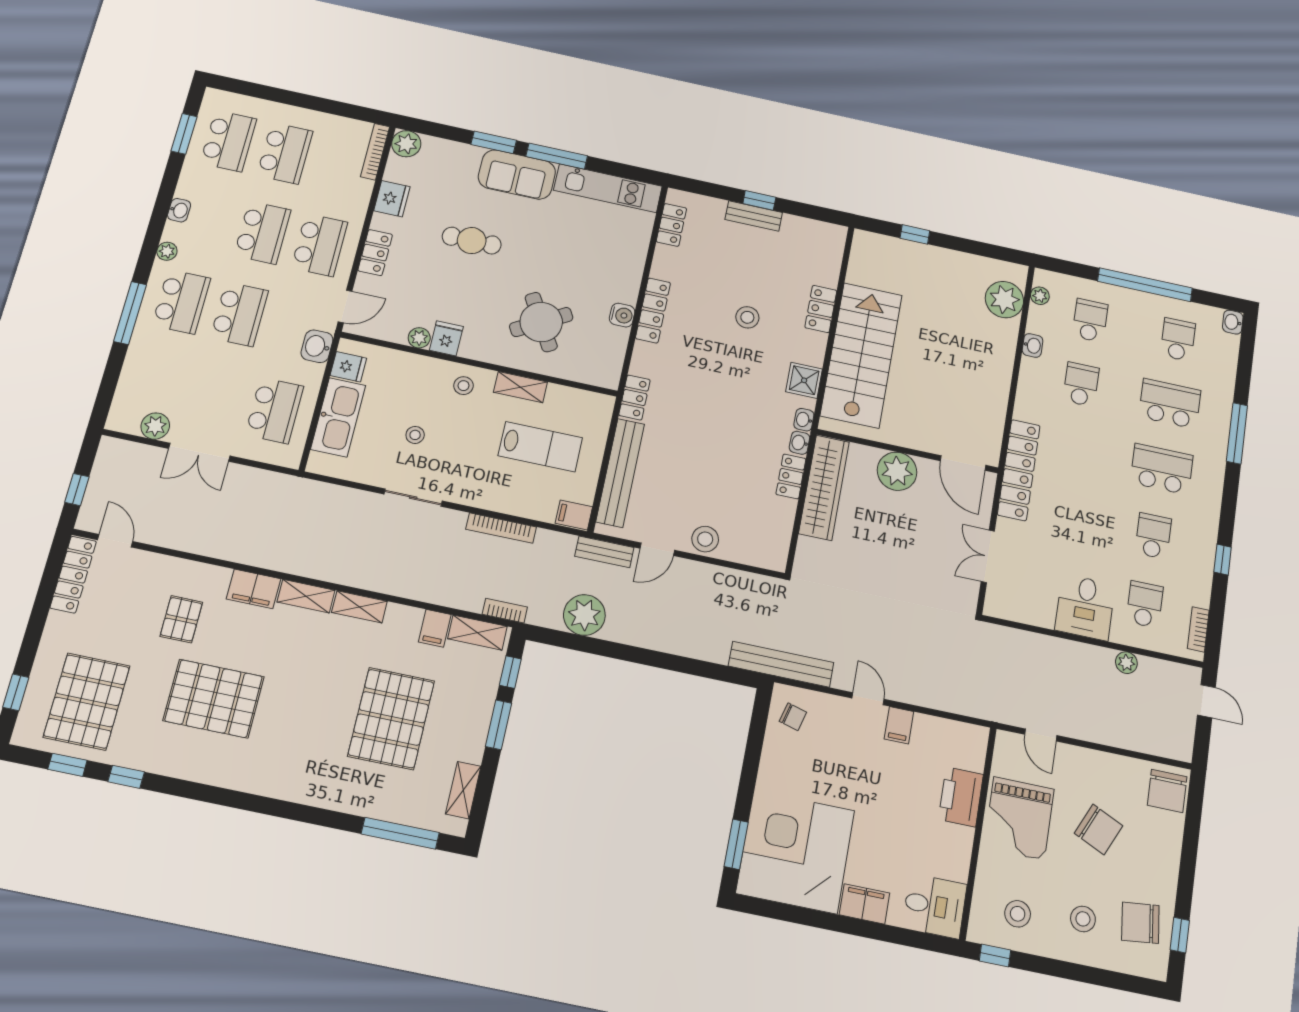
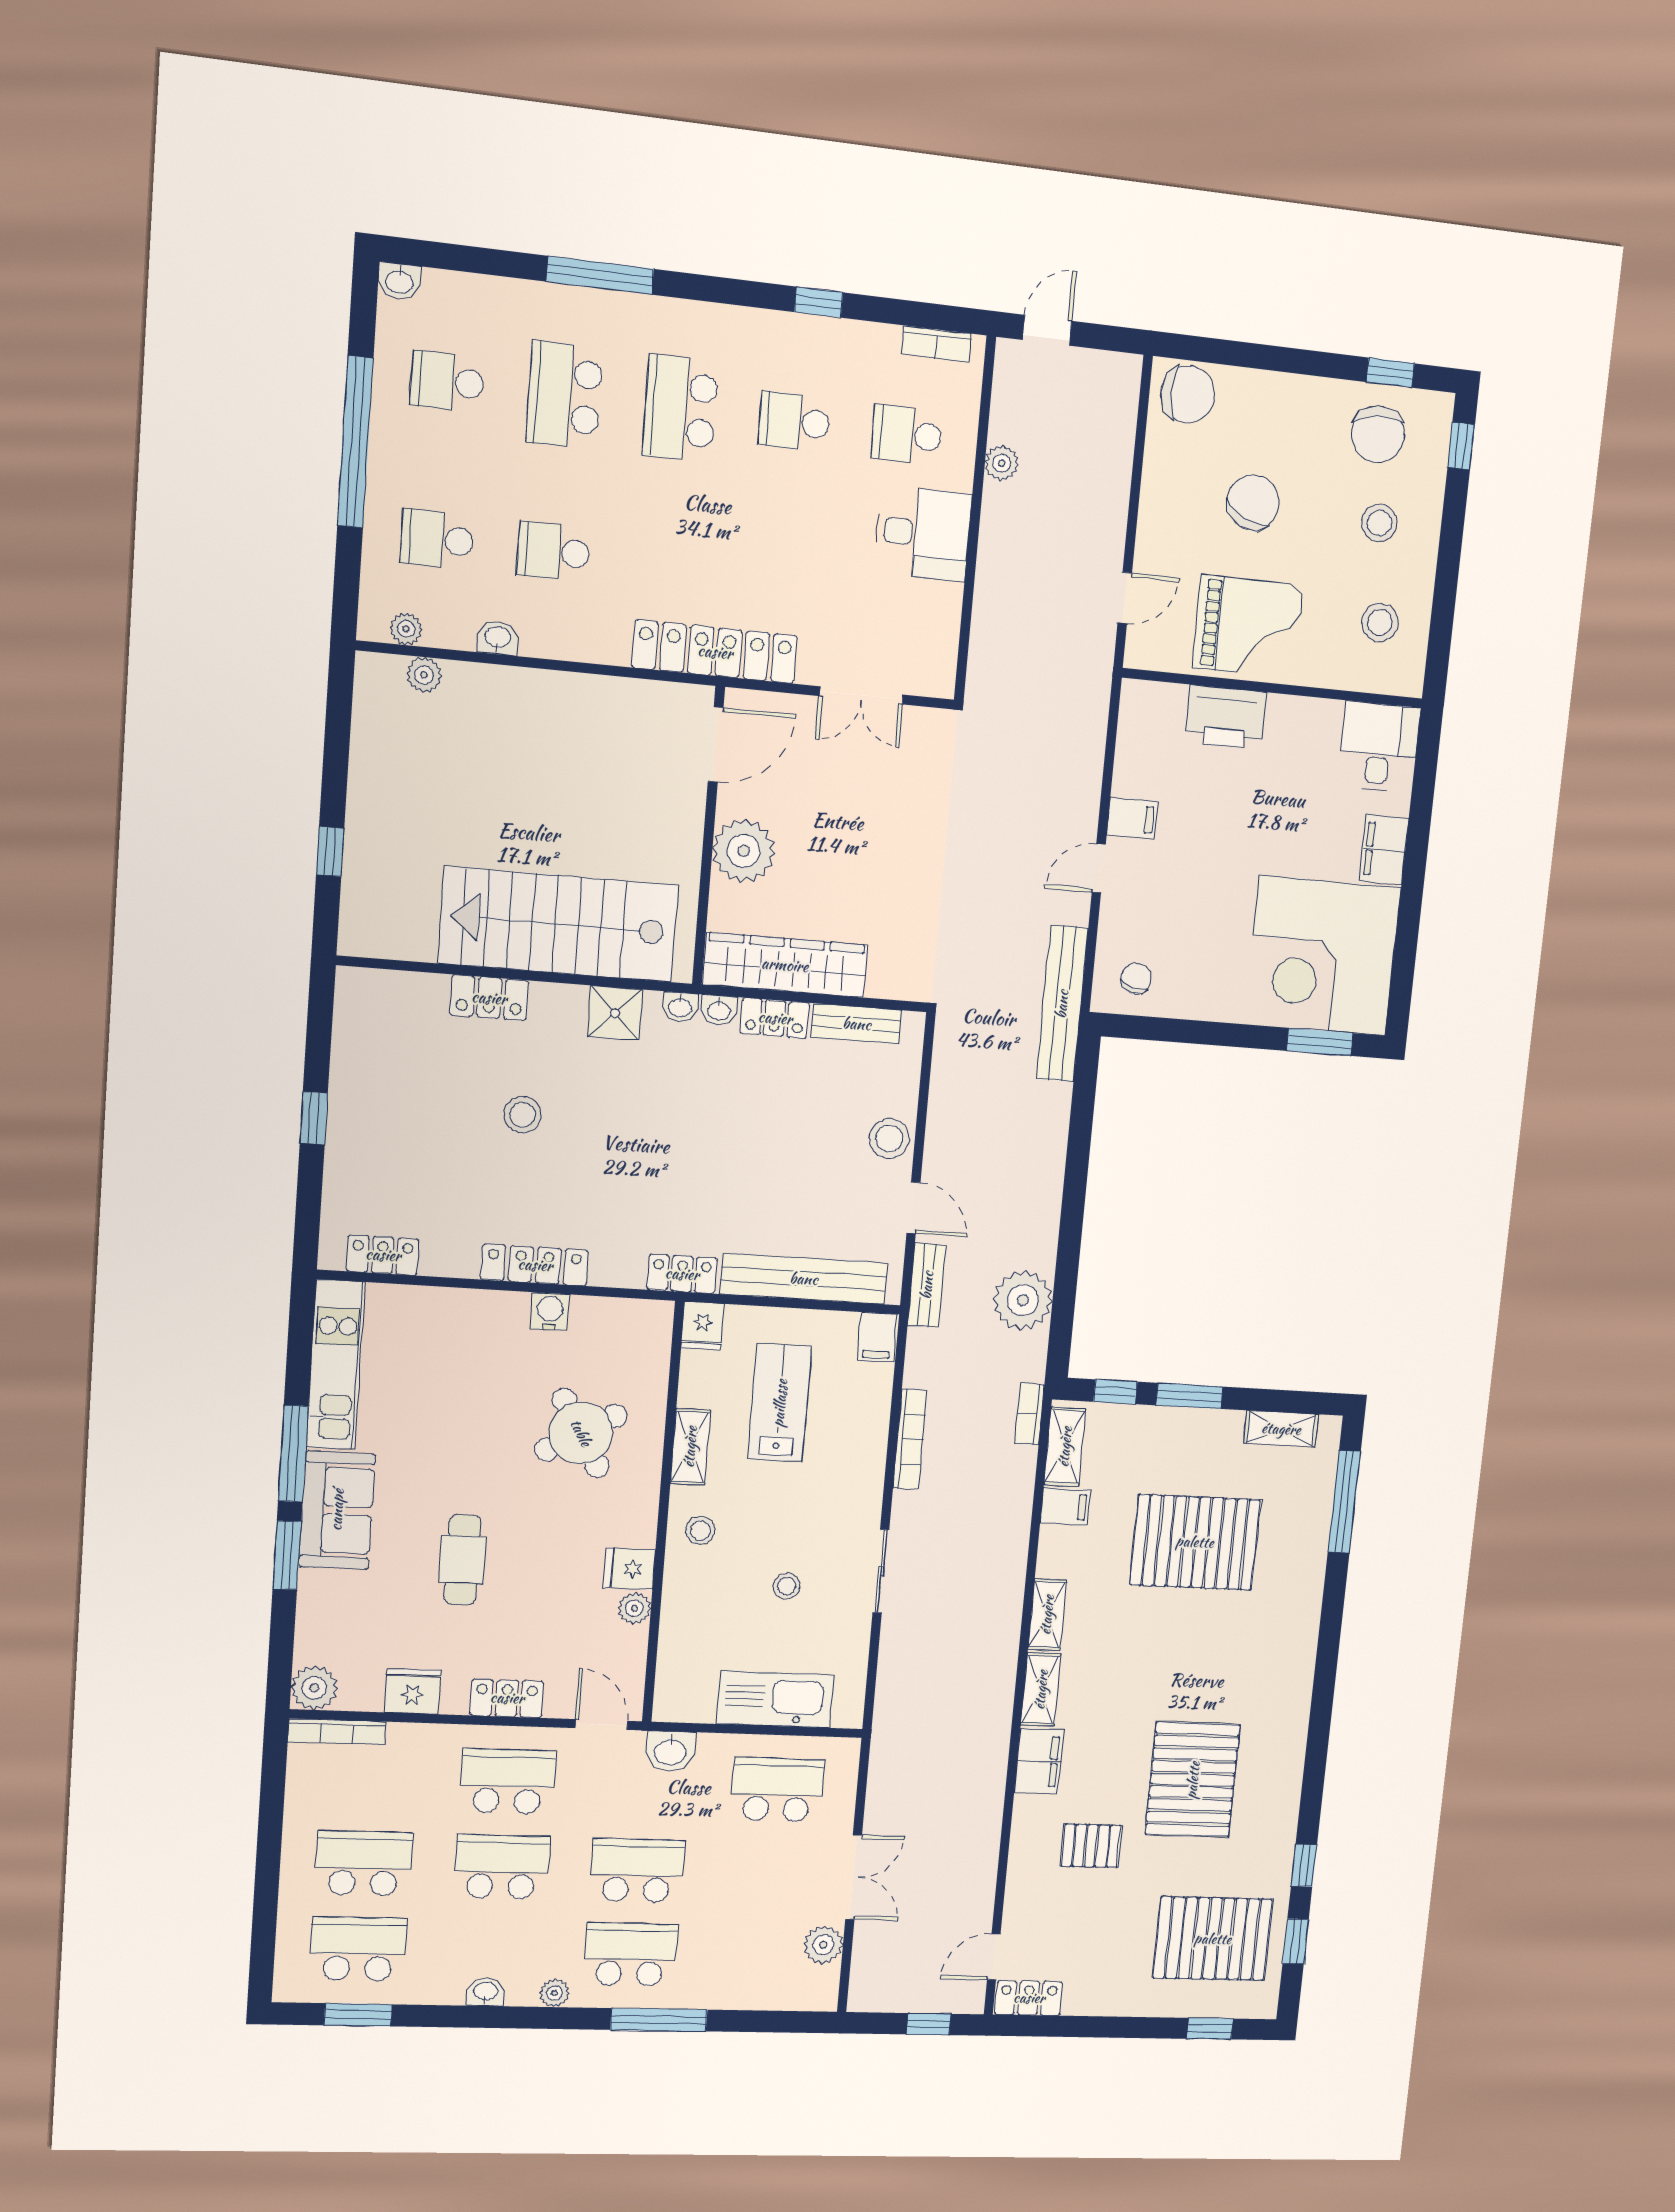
bench: (754, 216) -> (857, 1024), moved, turned 90
plant: (1004, 300) -> (424, 675), width x0.53, depth x0.53
fridge: (348, 367) -> (702, 1326), moved, turned 180
locker: (73, 575) -> (1029, 1998), width x0.66
window: (995, 955) -> (1461, 446), moved

